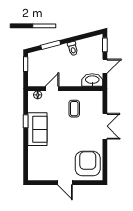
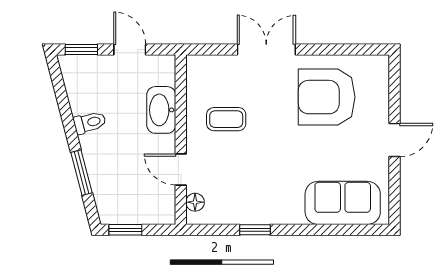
washbasin: (92, 80) -> (161, 110), moved
sofa: (37, 129) -> (343, 203), moved
armchair: (88, 164) -> (327, 97), moved

